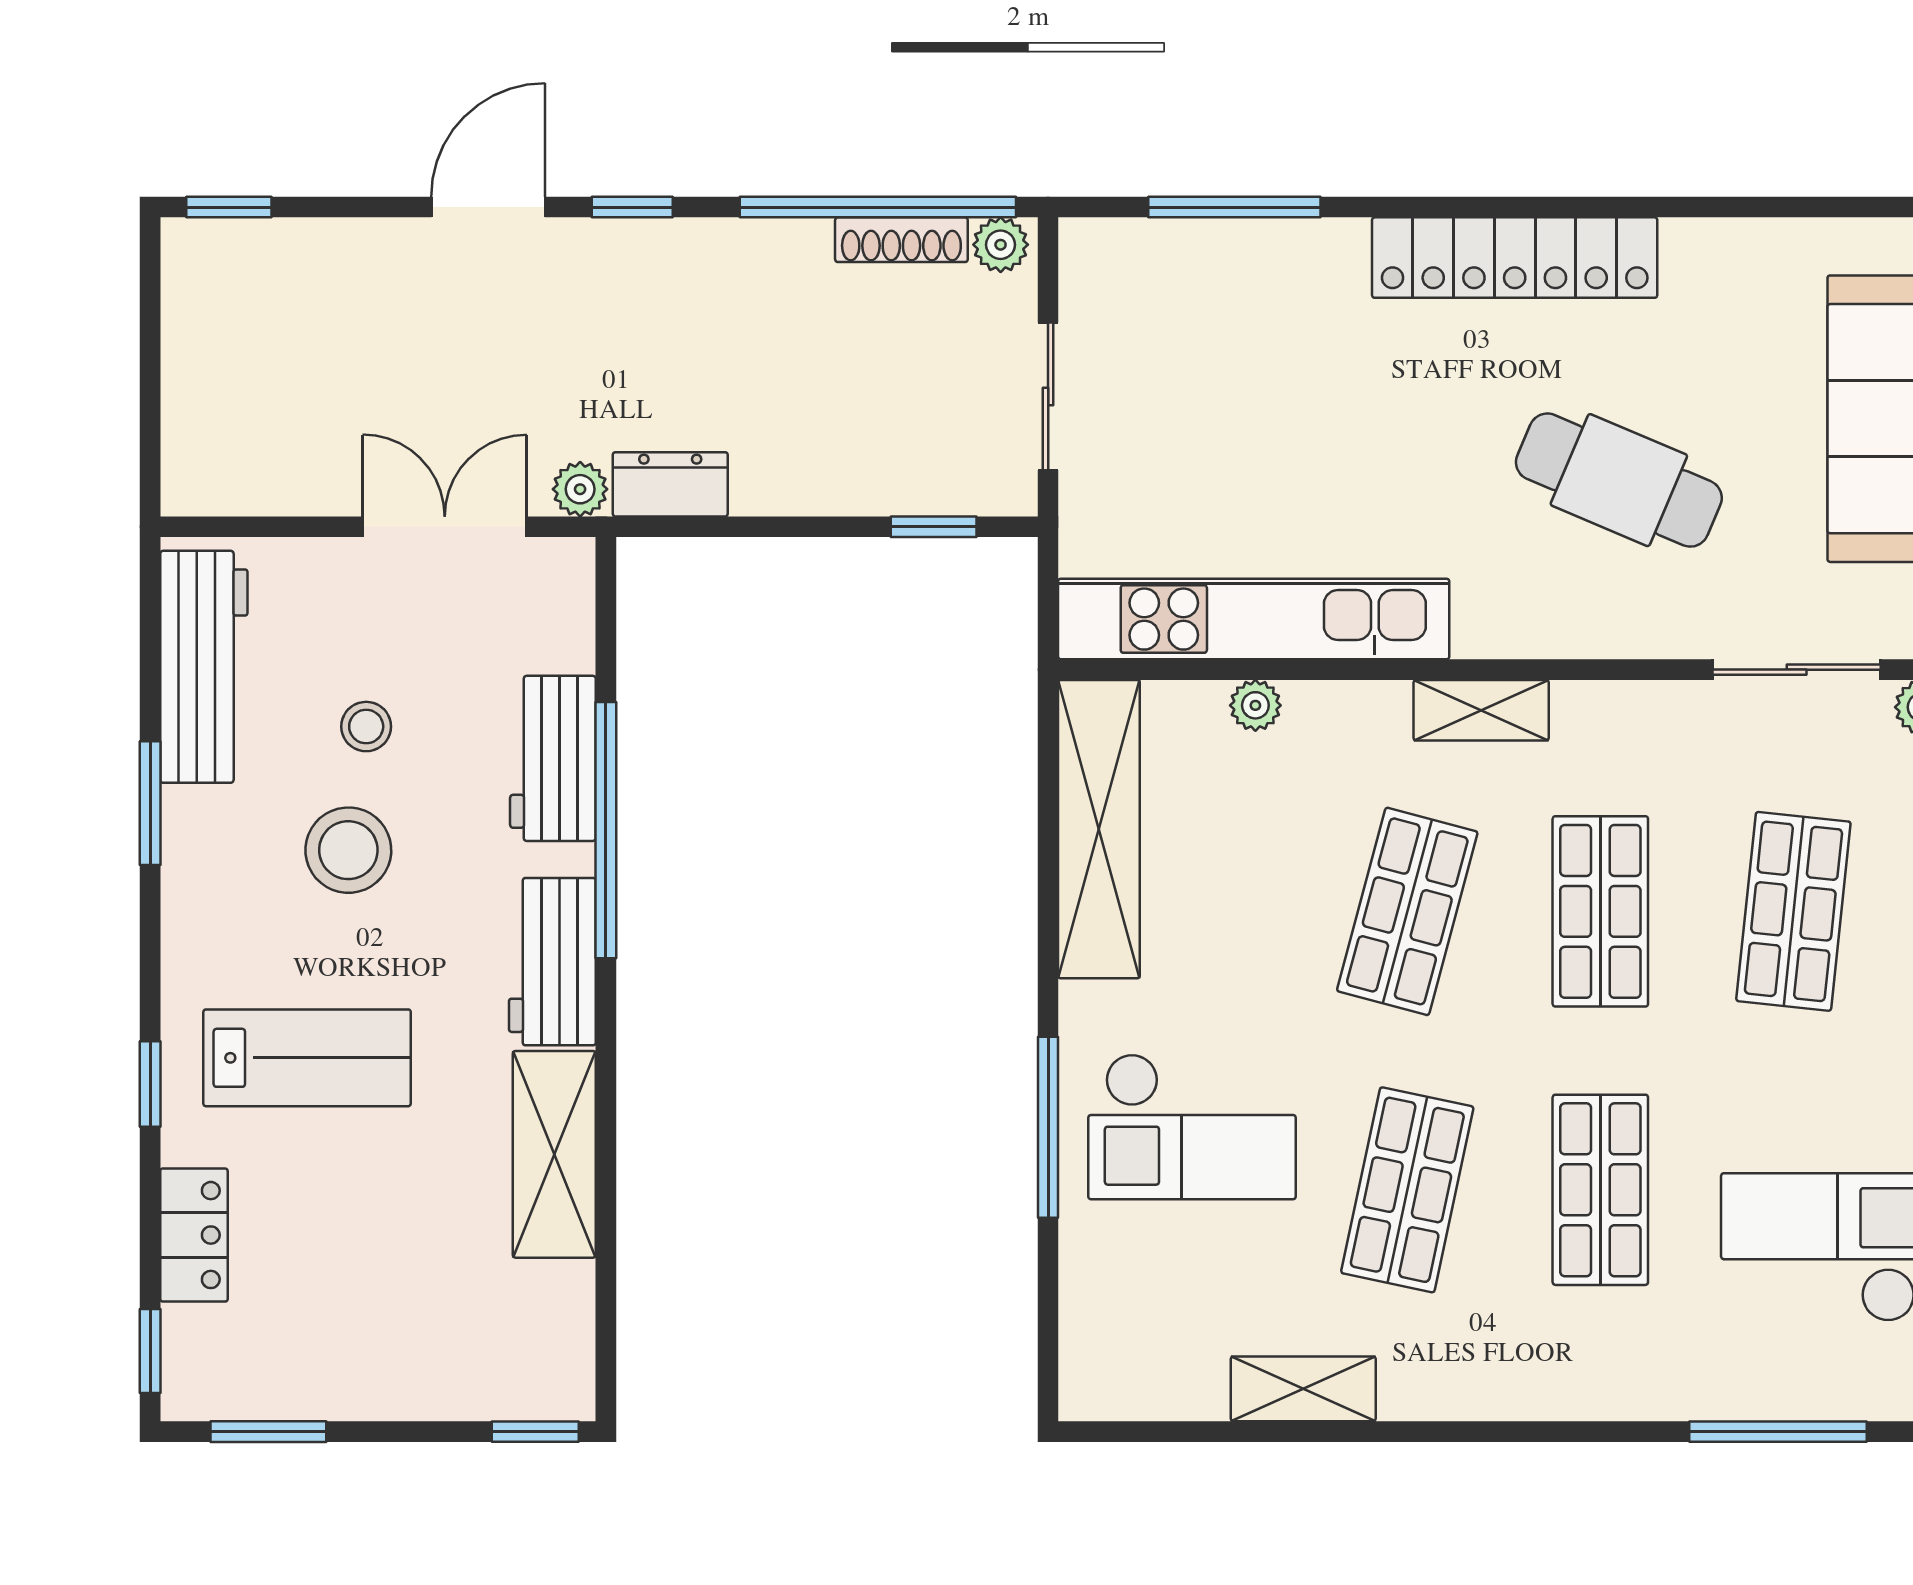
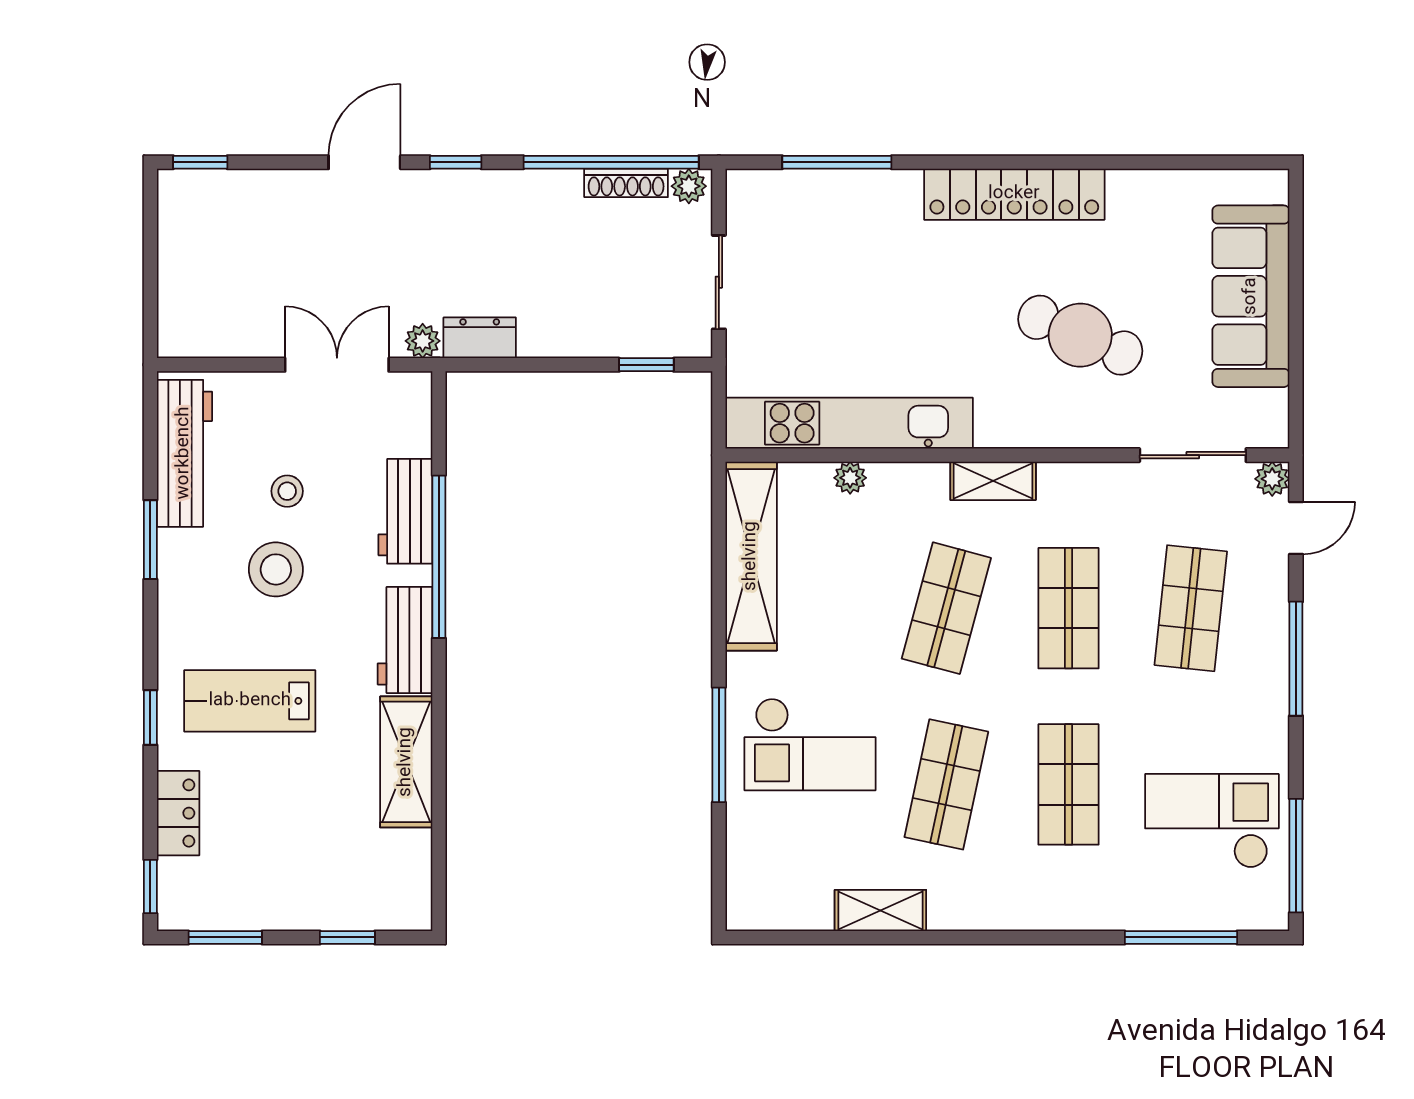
lab bench: (307, 1058) -> (250, 701), turned 180
window: (535, 1432) -> (347, 937), moved

